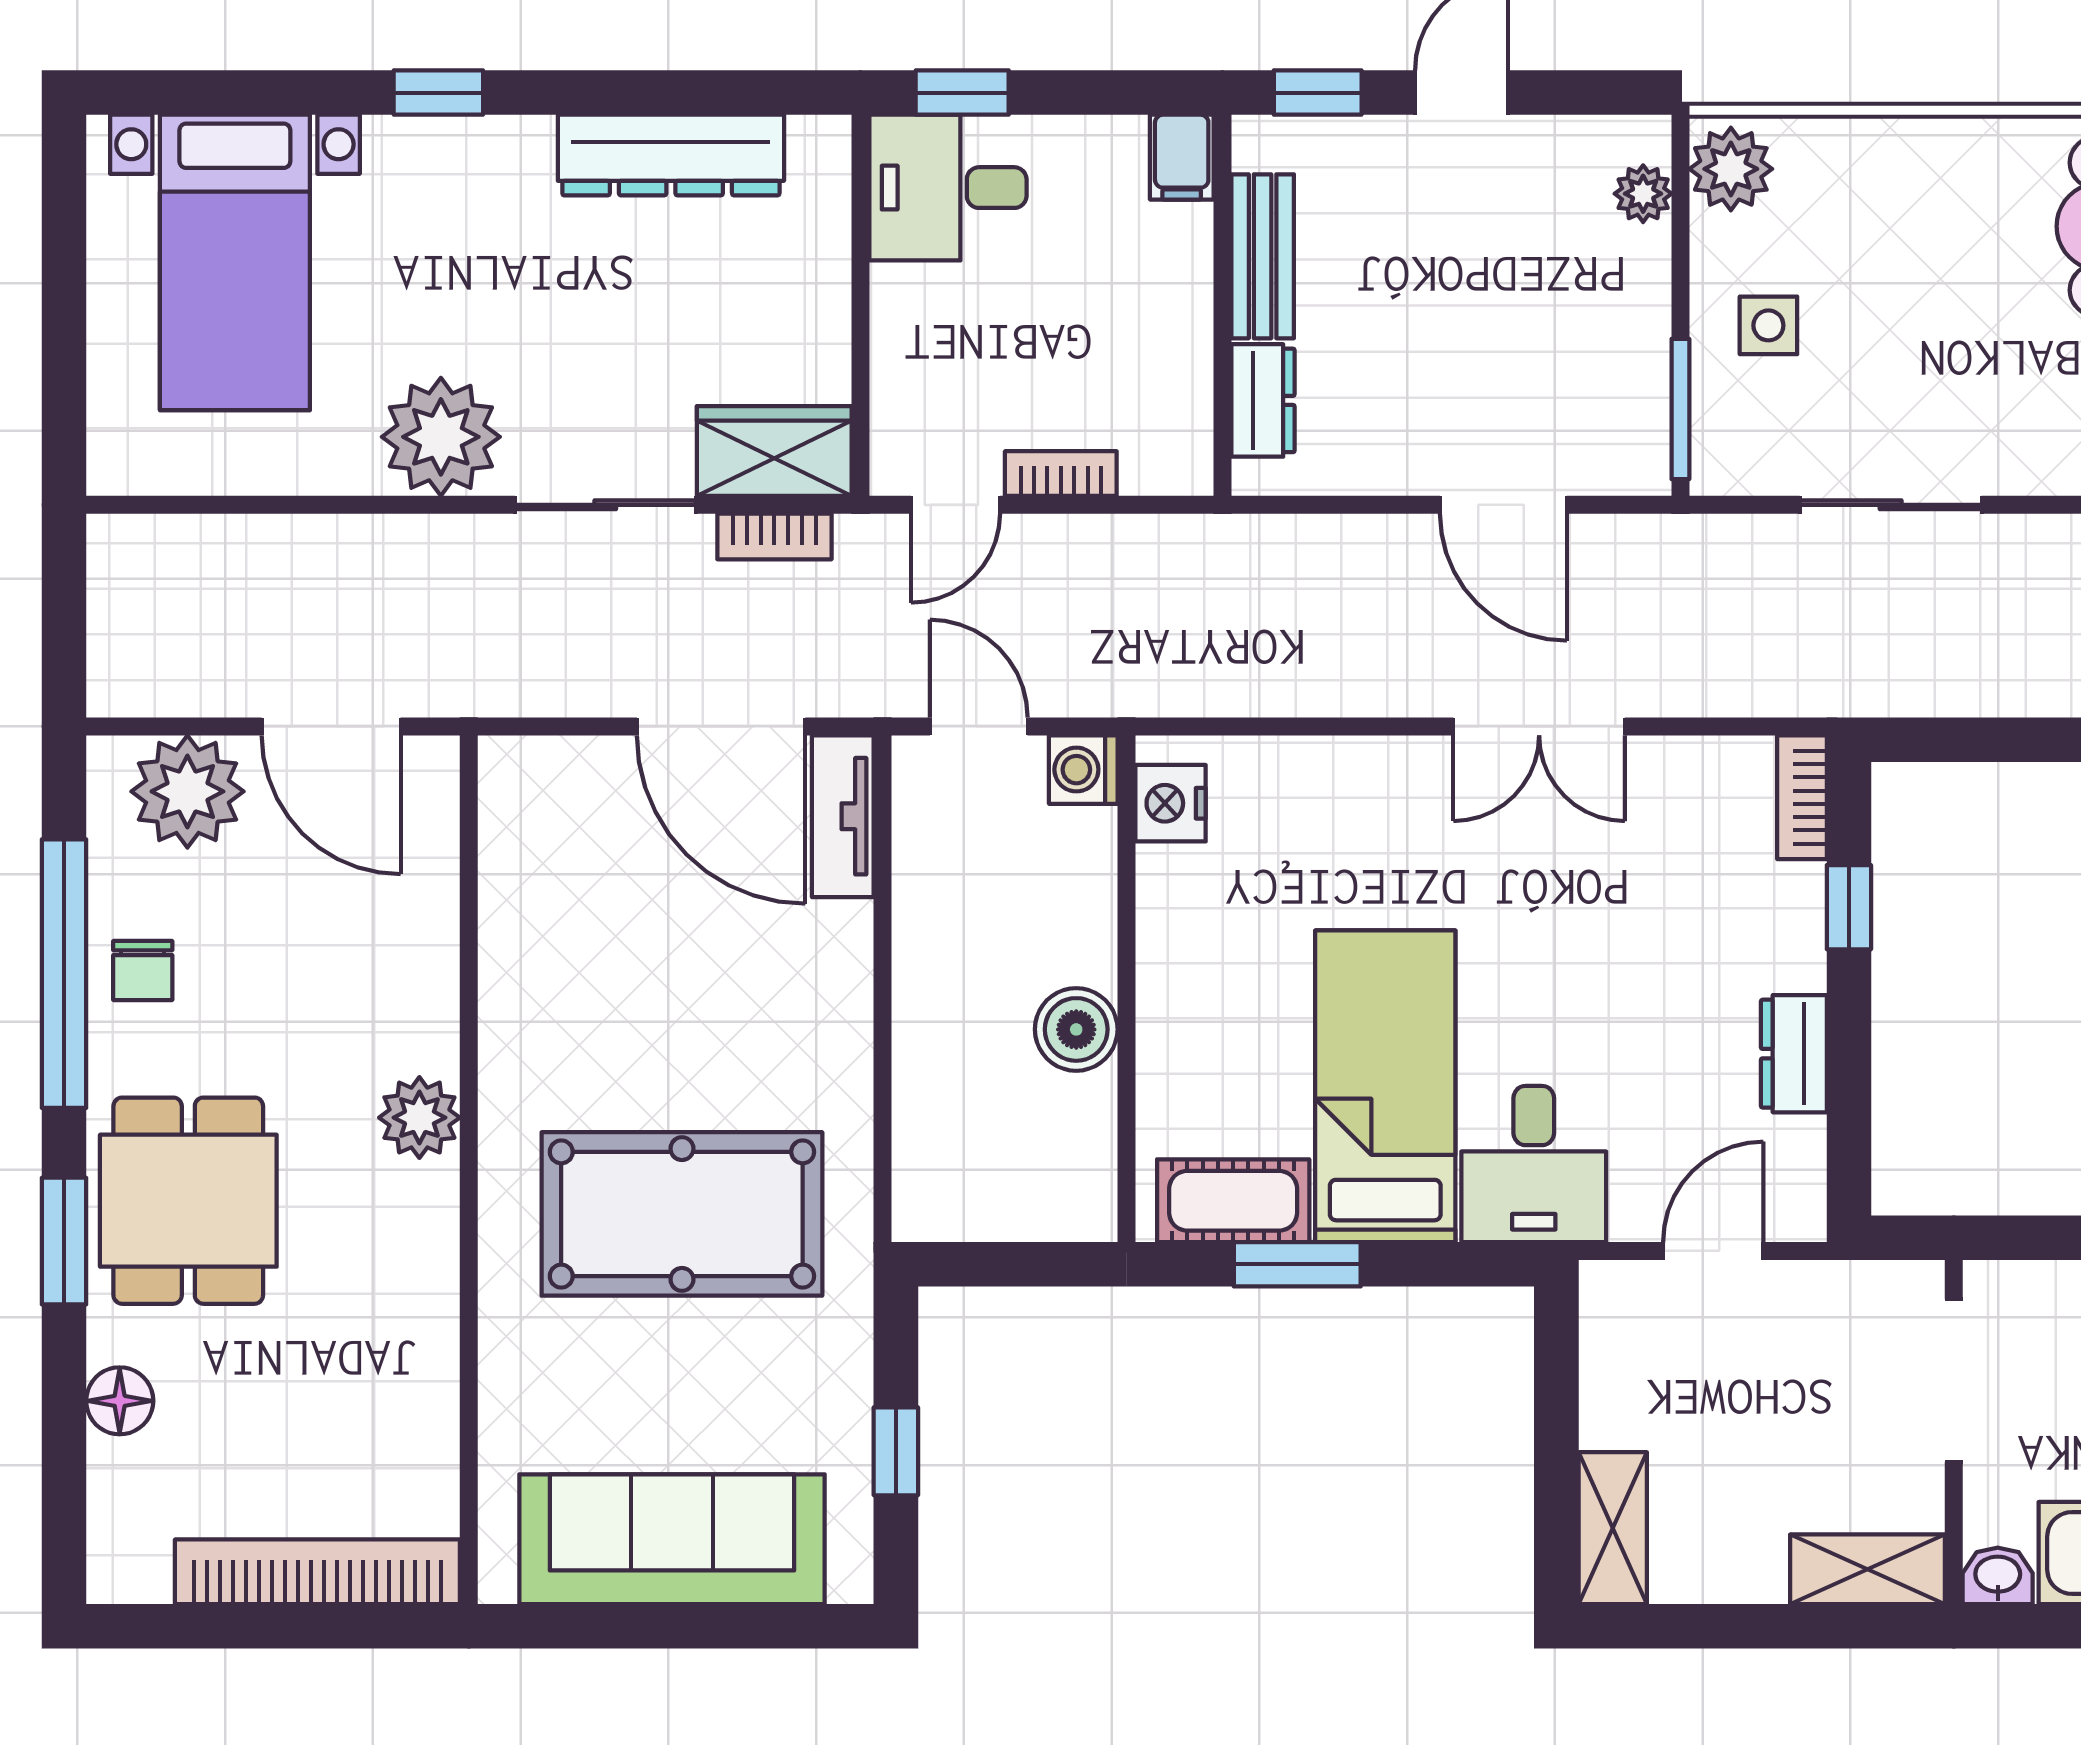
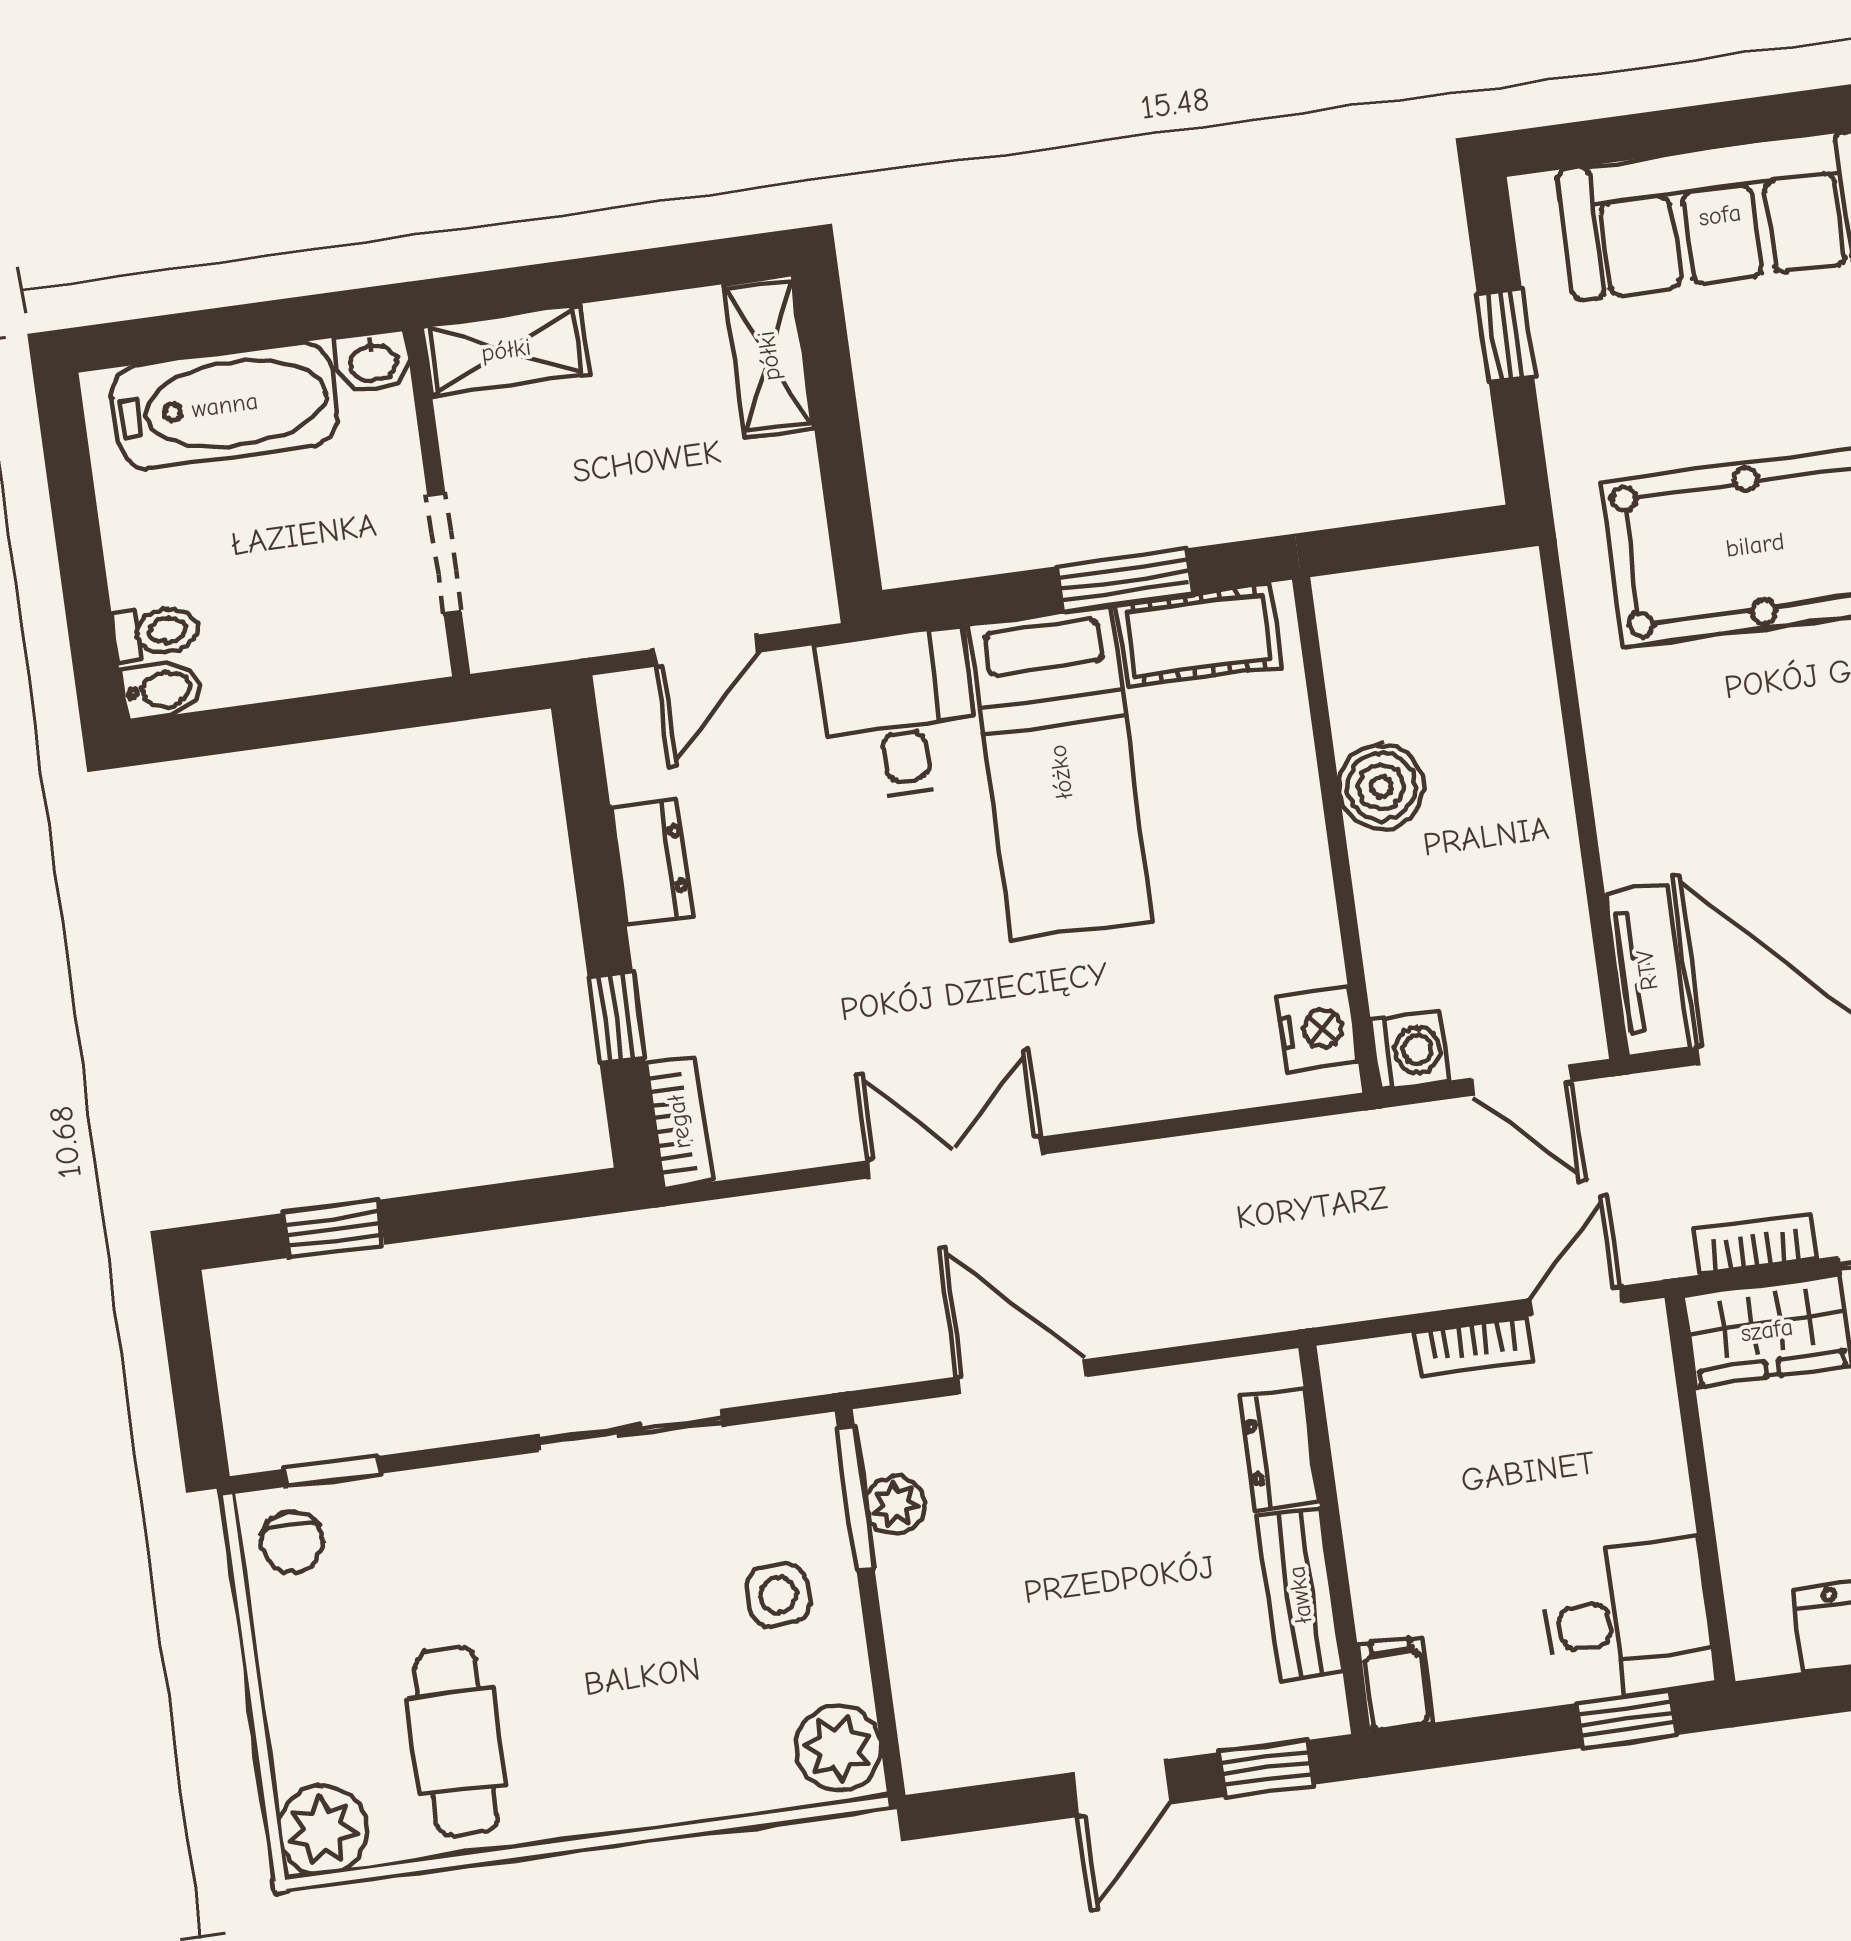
plant: (1643, 194) -> (895, 1505), moved
doorway: (1954, 1380) -> (444, 553), width x0.73

